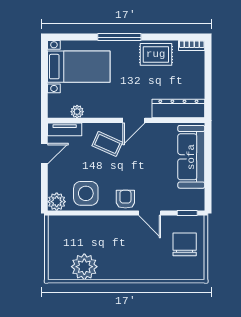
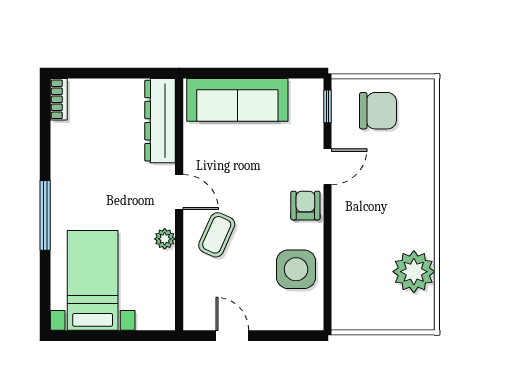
rug: (156, 54) -> (73, 157), removed
plant: (77, 112) -> (165, 239), moved
tv unit: (65, 129) -> (193, 303), removed
armchair: (125, 199) -> (305, 206), turned 90
plant: (57, 202) -> (309, 316), removed
chair: (185, 244) -> (378, 111), turned 180

